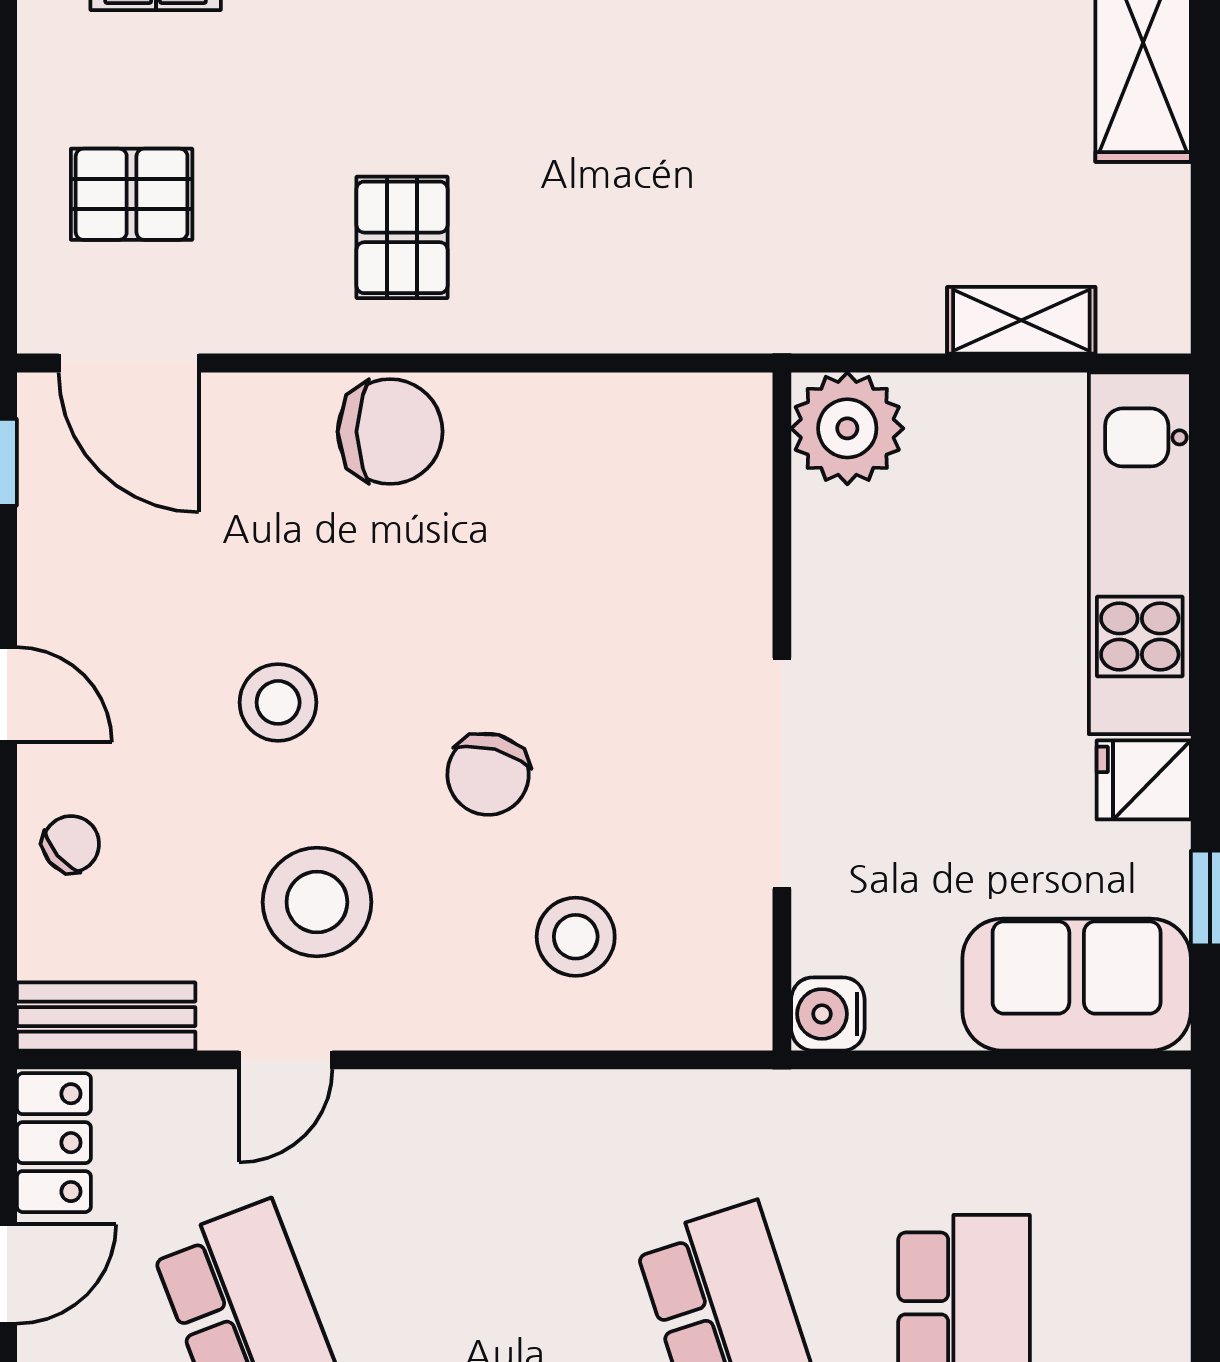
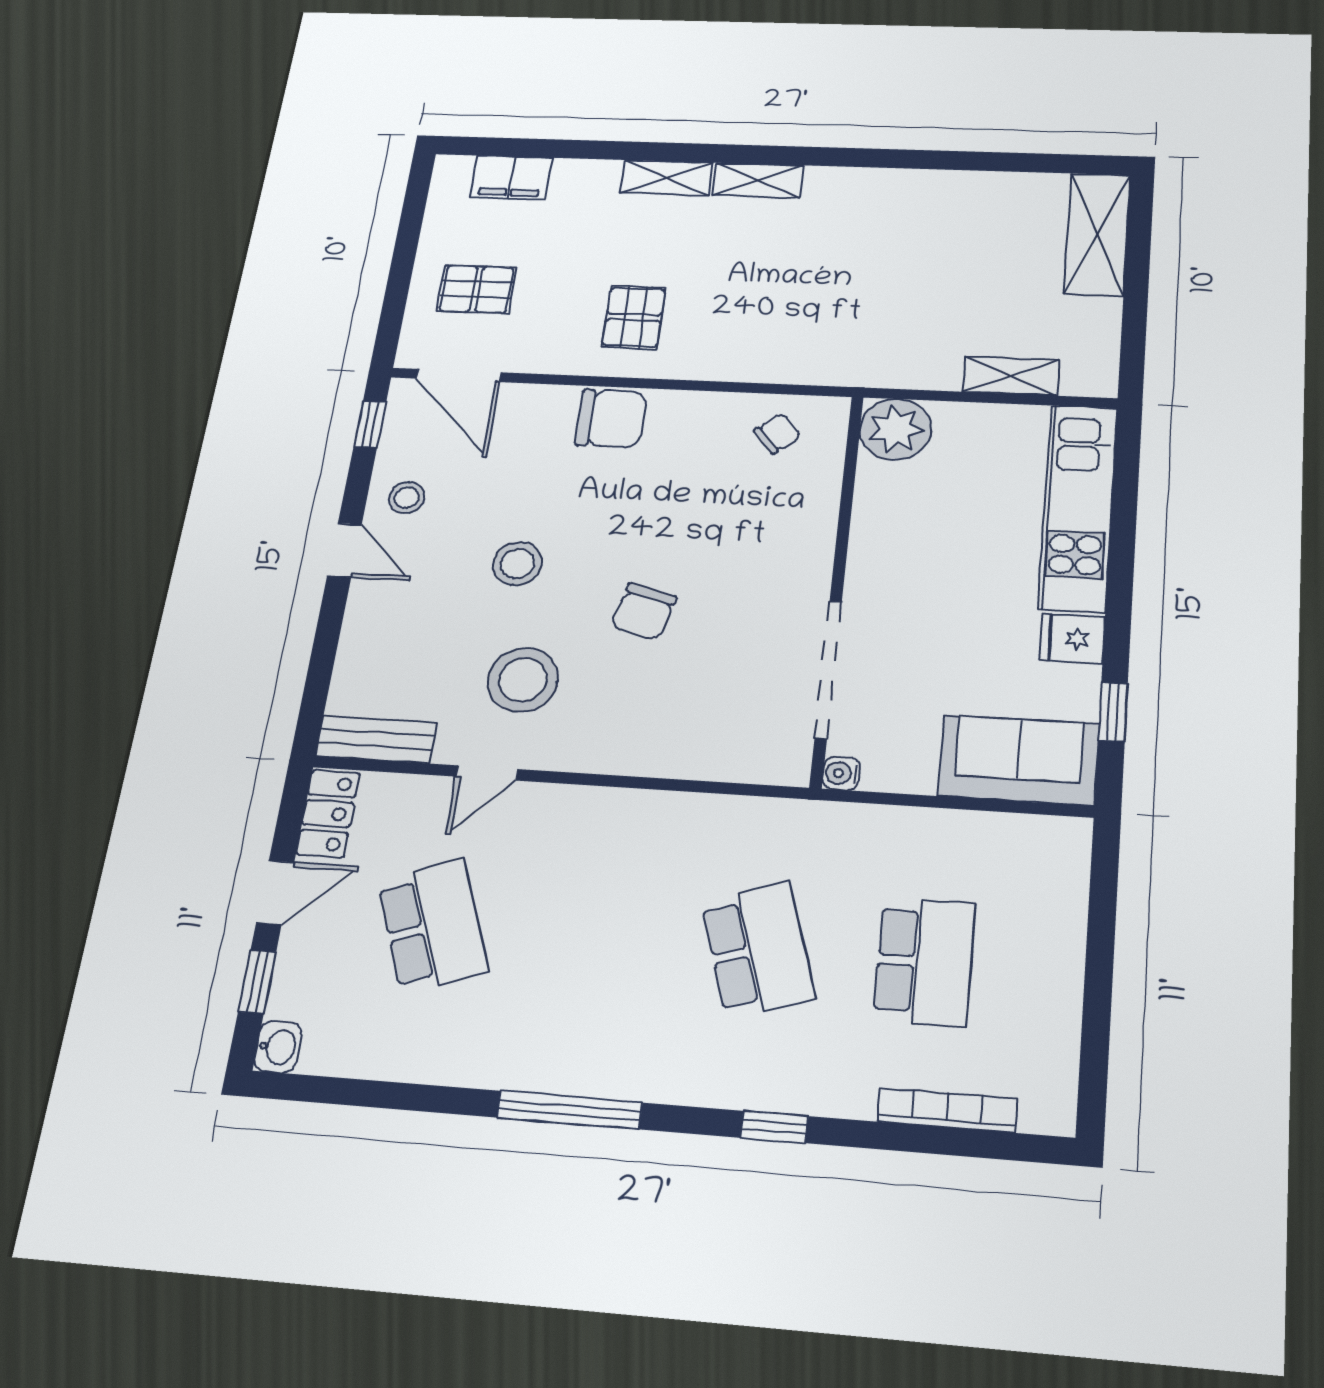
doorway: (782, 773) -> (828, 669), moved
chair: (71, 844) -> (777, 433), moved
stool: (576, 937) -> (407, 498), moved, width x0.73, depth x0.73
water cooler: (828, 1014) -> (841, 773), width x0.72, depth x0.72

